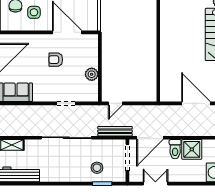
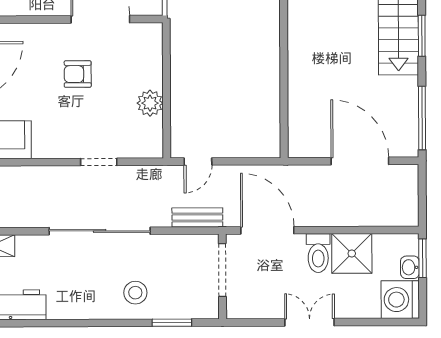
bench: (115, 131) -> (197, 217), width x0.73
door: (150, 138) -> (267, 230), swing flipped
stool: (97, 168) -> (135, 293), moved
double door: (155, 184) -> (310, 322), moved

